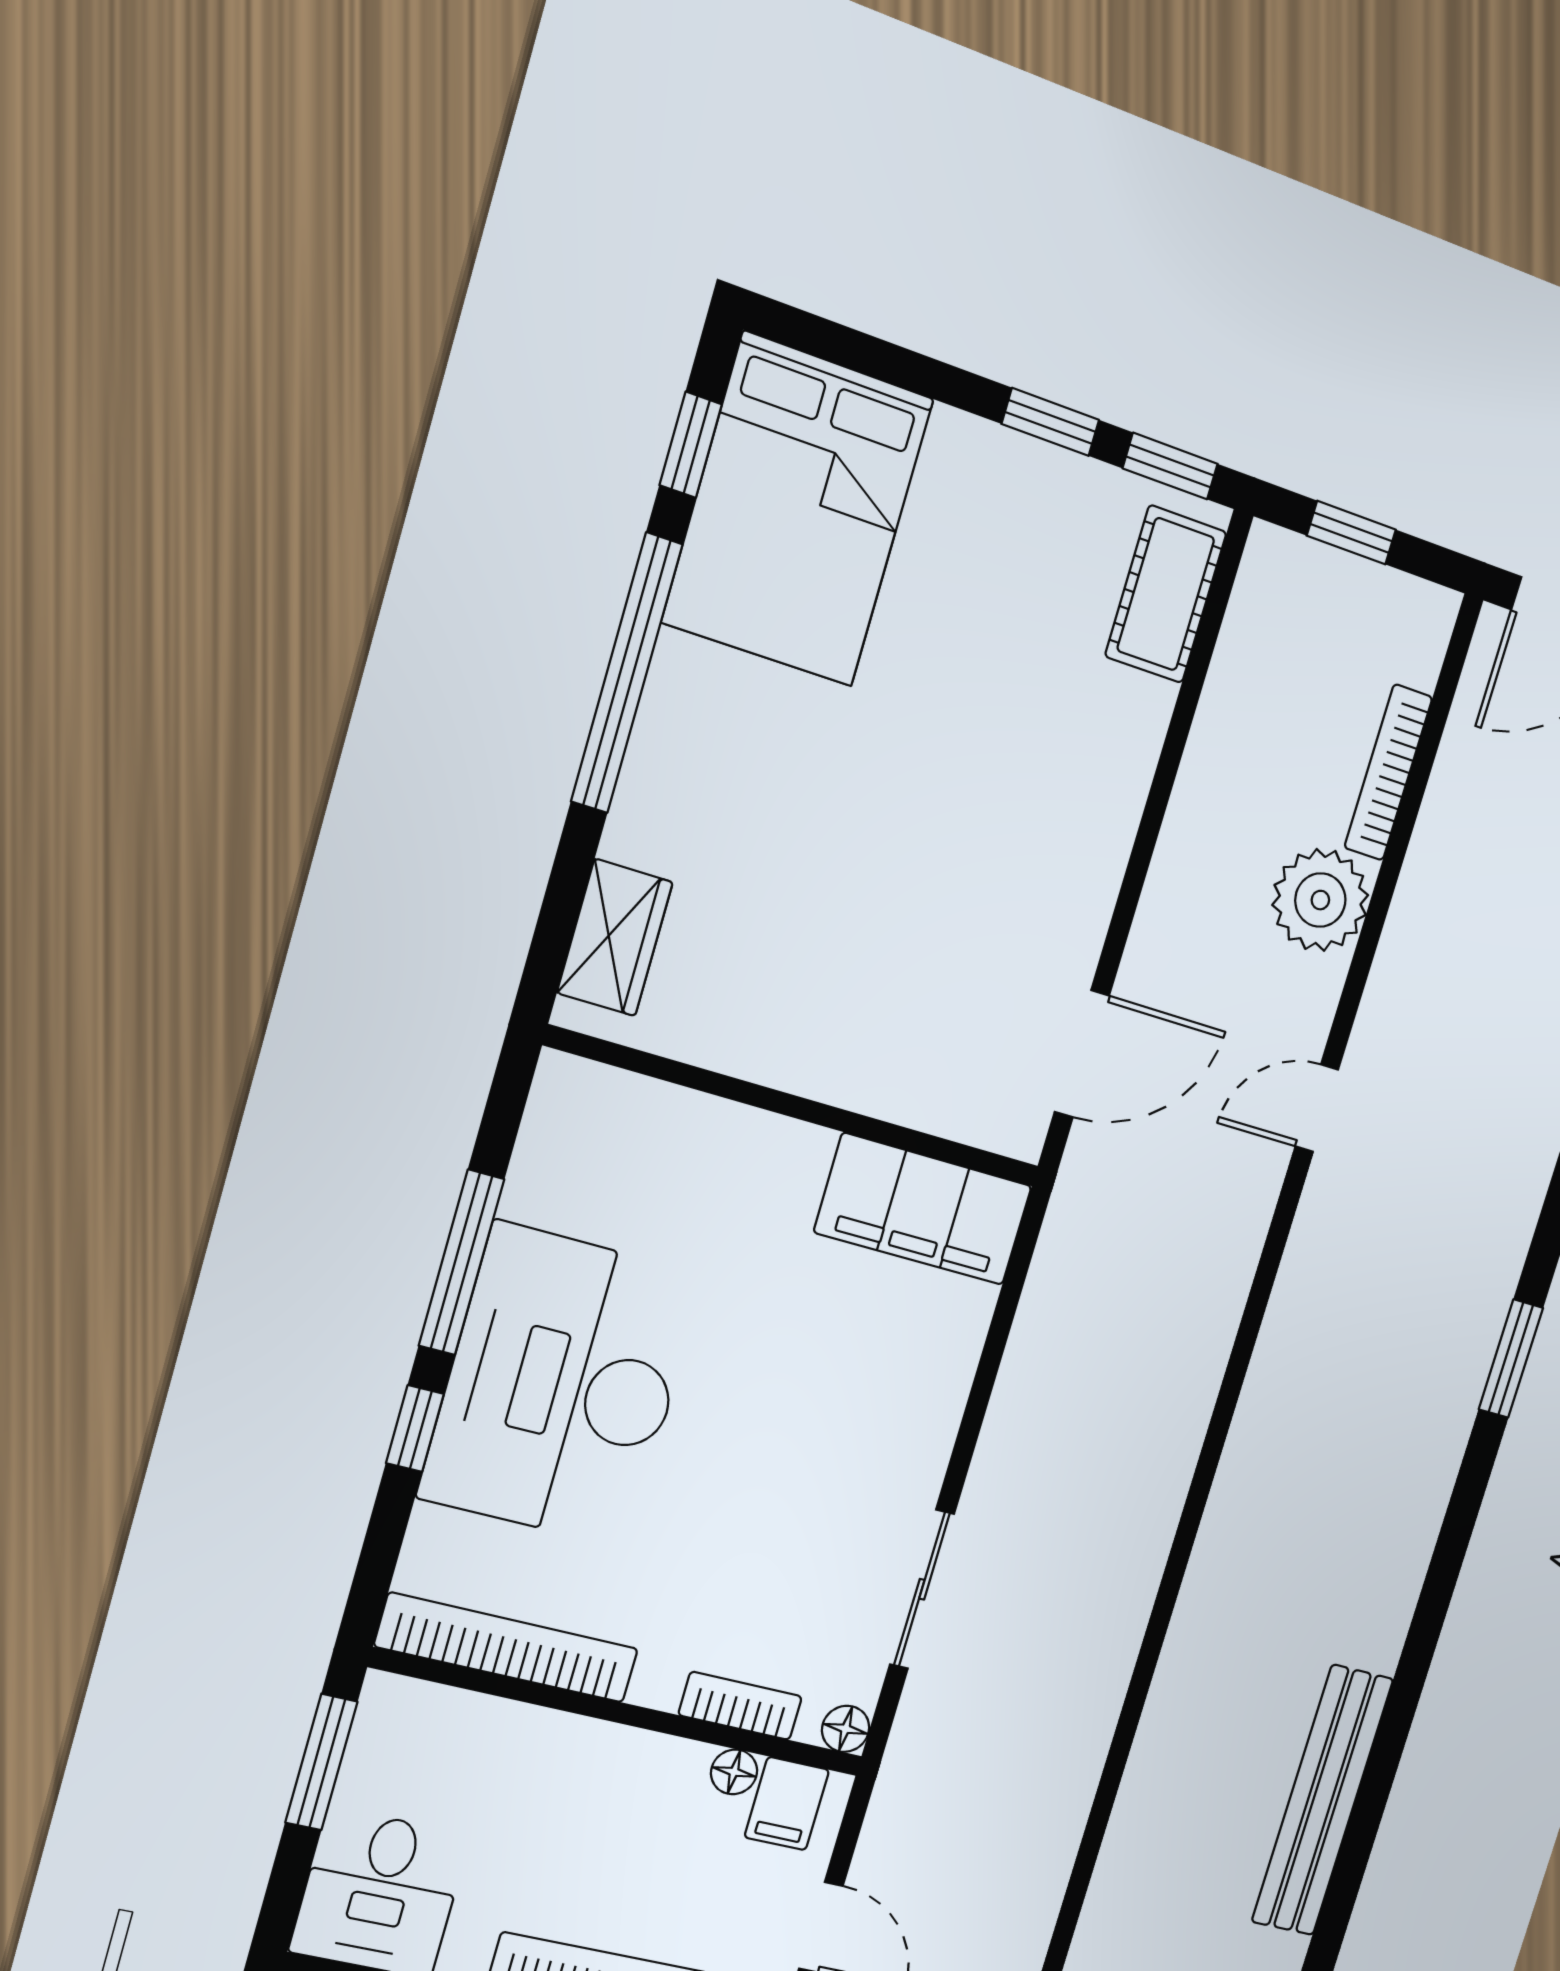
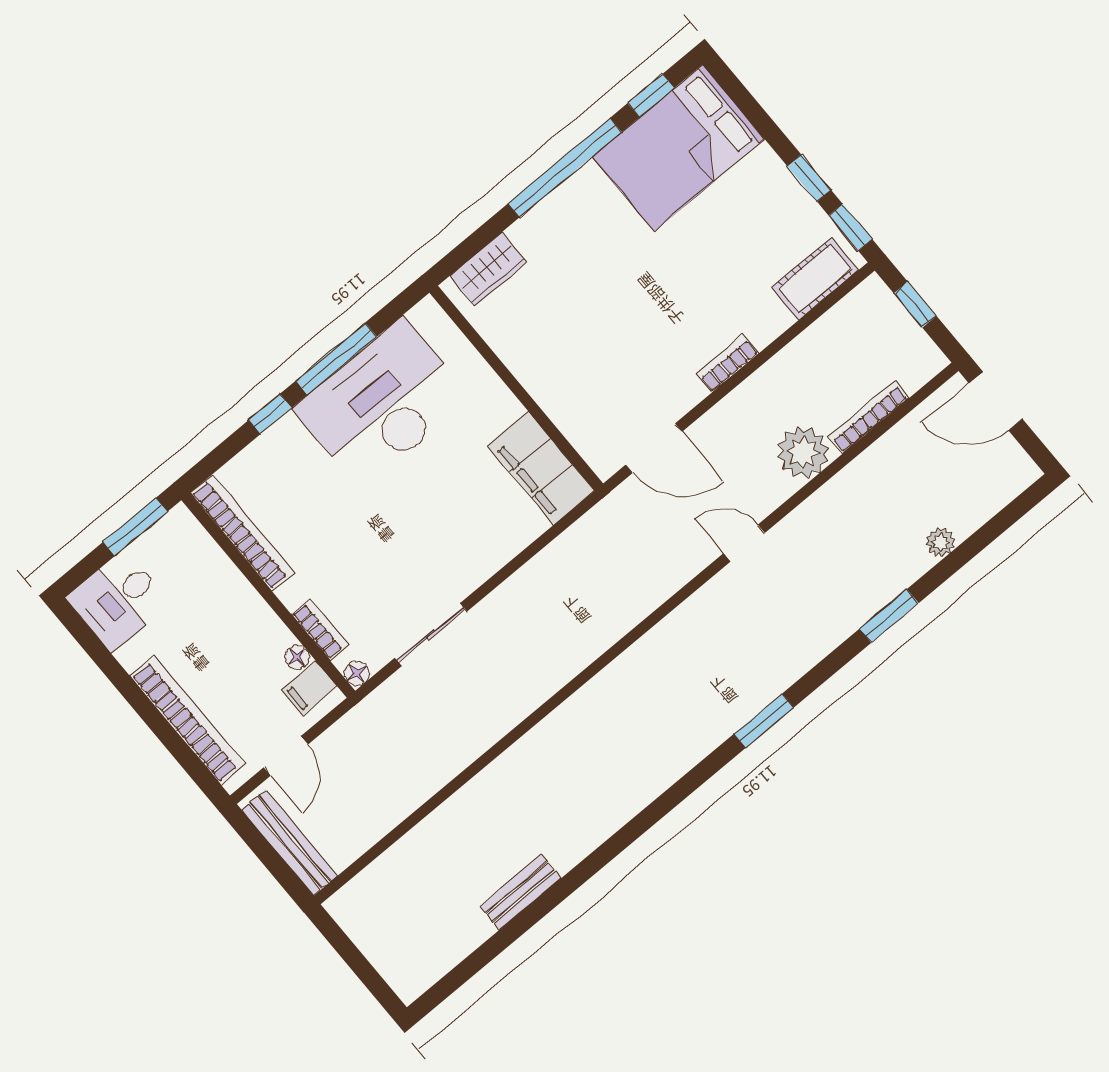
bookcase: (1112, 834) -> (728, 363), added
desk: (561, 1386) -> (382, 403), moved
bench: (1322, 1801) -> (521, 892), width x0.54, depth x0.82

